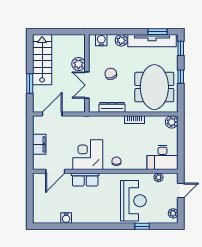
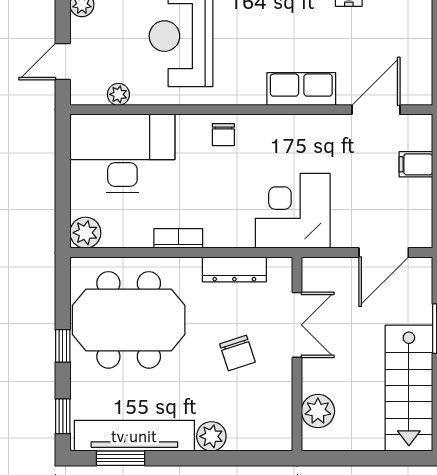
water cooler: (101, 40) -> (261, 437), removed
plant: (78, 64) -> (318, 411), moved
meeting table: (154, 87) -> (129, 320), turned 90
filing cabinet: (39, 144) -> (416, 164), width x0.50
corner desk: (88, 155) -> (293, 211), moved, turned 180
desk: (162, 157) -> (122, 153), width x1.36, depth x1.30

